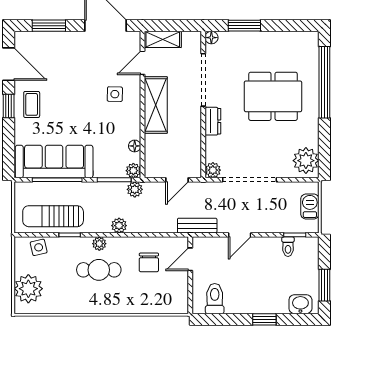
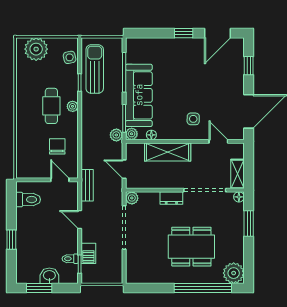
window: (49, 26) -> (249, 66), width x0.67
shelving: (163, 39) -> (237, 174), moved
dining table: (273, 96) -> (191, 247), turned 90
coffee table: (32, 104) -> (185, 52), removed
shelving: (156, 105) -> (168, 152), moved
plant: (306, 161) -> (234, 273), moved
sofa: (54, 162) -> (139, 95), moved
barbecue: (310, 206) -> (88, 253), moved, turned 90
plant: (119, 226) -> (87, 122), removed
chair: (149, 262) -> (57, 146), turned 90
washbasin: (300, 304) -> (49, 276), moved, turned -90

